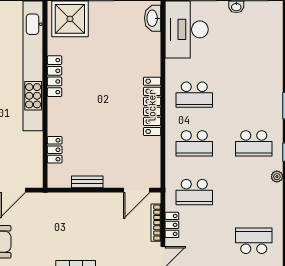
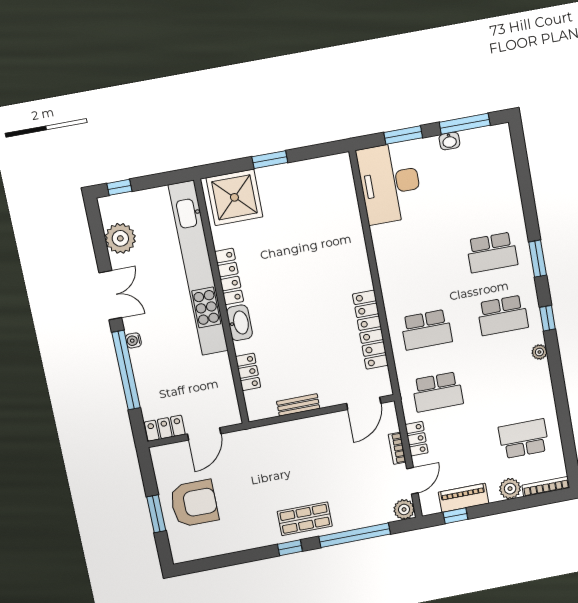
washbasin: (153, 18) -> (240, 323), moved, turned 180
school desk: (194, 95) -> (492, 252), moved
locker: (152, 106) -> (370, 330), moved
bookcase: (156, 223) -> (397, 448), width x0.64

